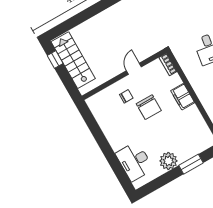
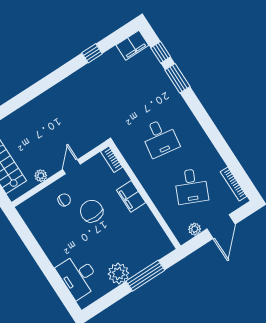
plant: (108, 75) -> (41, 176), added
chair: (149, 107) -> (92, 211), turned 180
window: (191, 164) -> (145, 276), width x1.44

